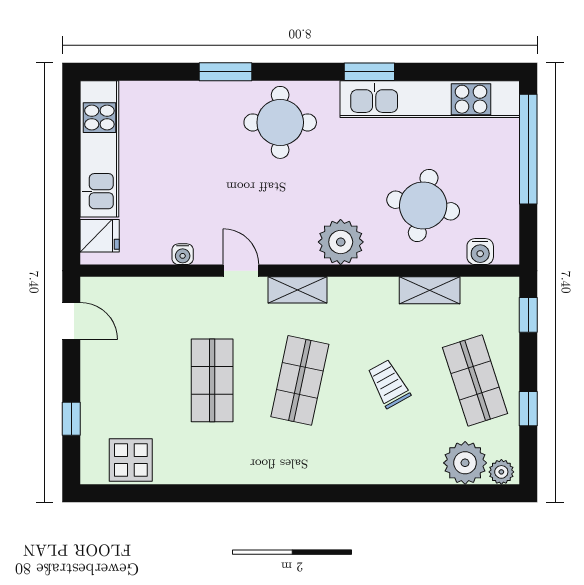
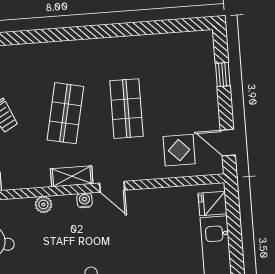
plant: (341, 242) -> (43, 205), width x0.53, depth x0.53
water cooler: (183, 254) -> (85, 200), moved
display table: (131, 460) -> (179, 150), moved

